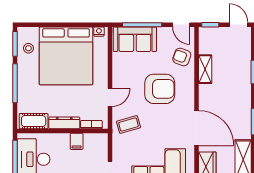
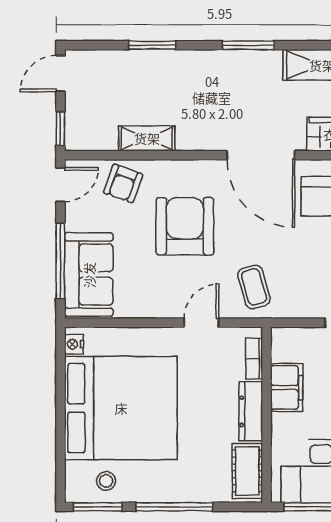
door: (110, 97) -> (201, 323), hinge flipped
door: (196, 128) -> (261, 155), swing flipped
filing cabinet: (77, 141) -> (287, 388), width x2.00

